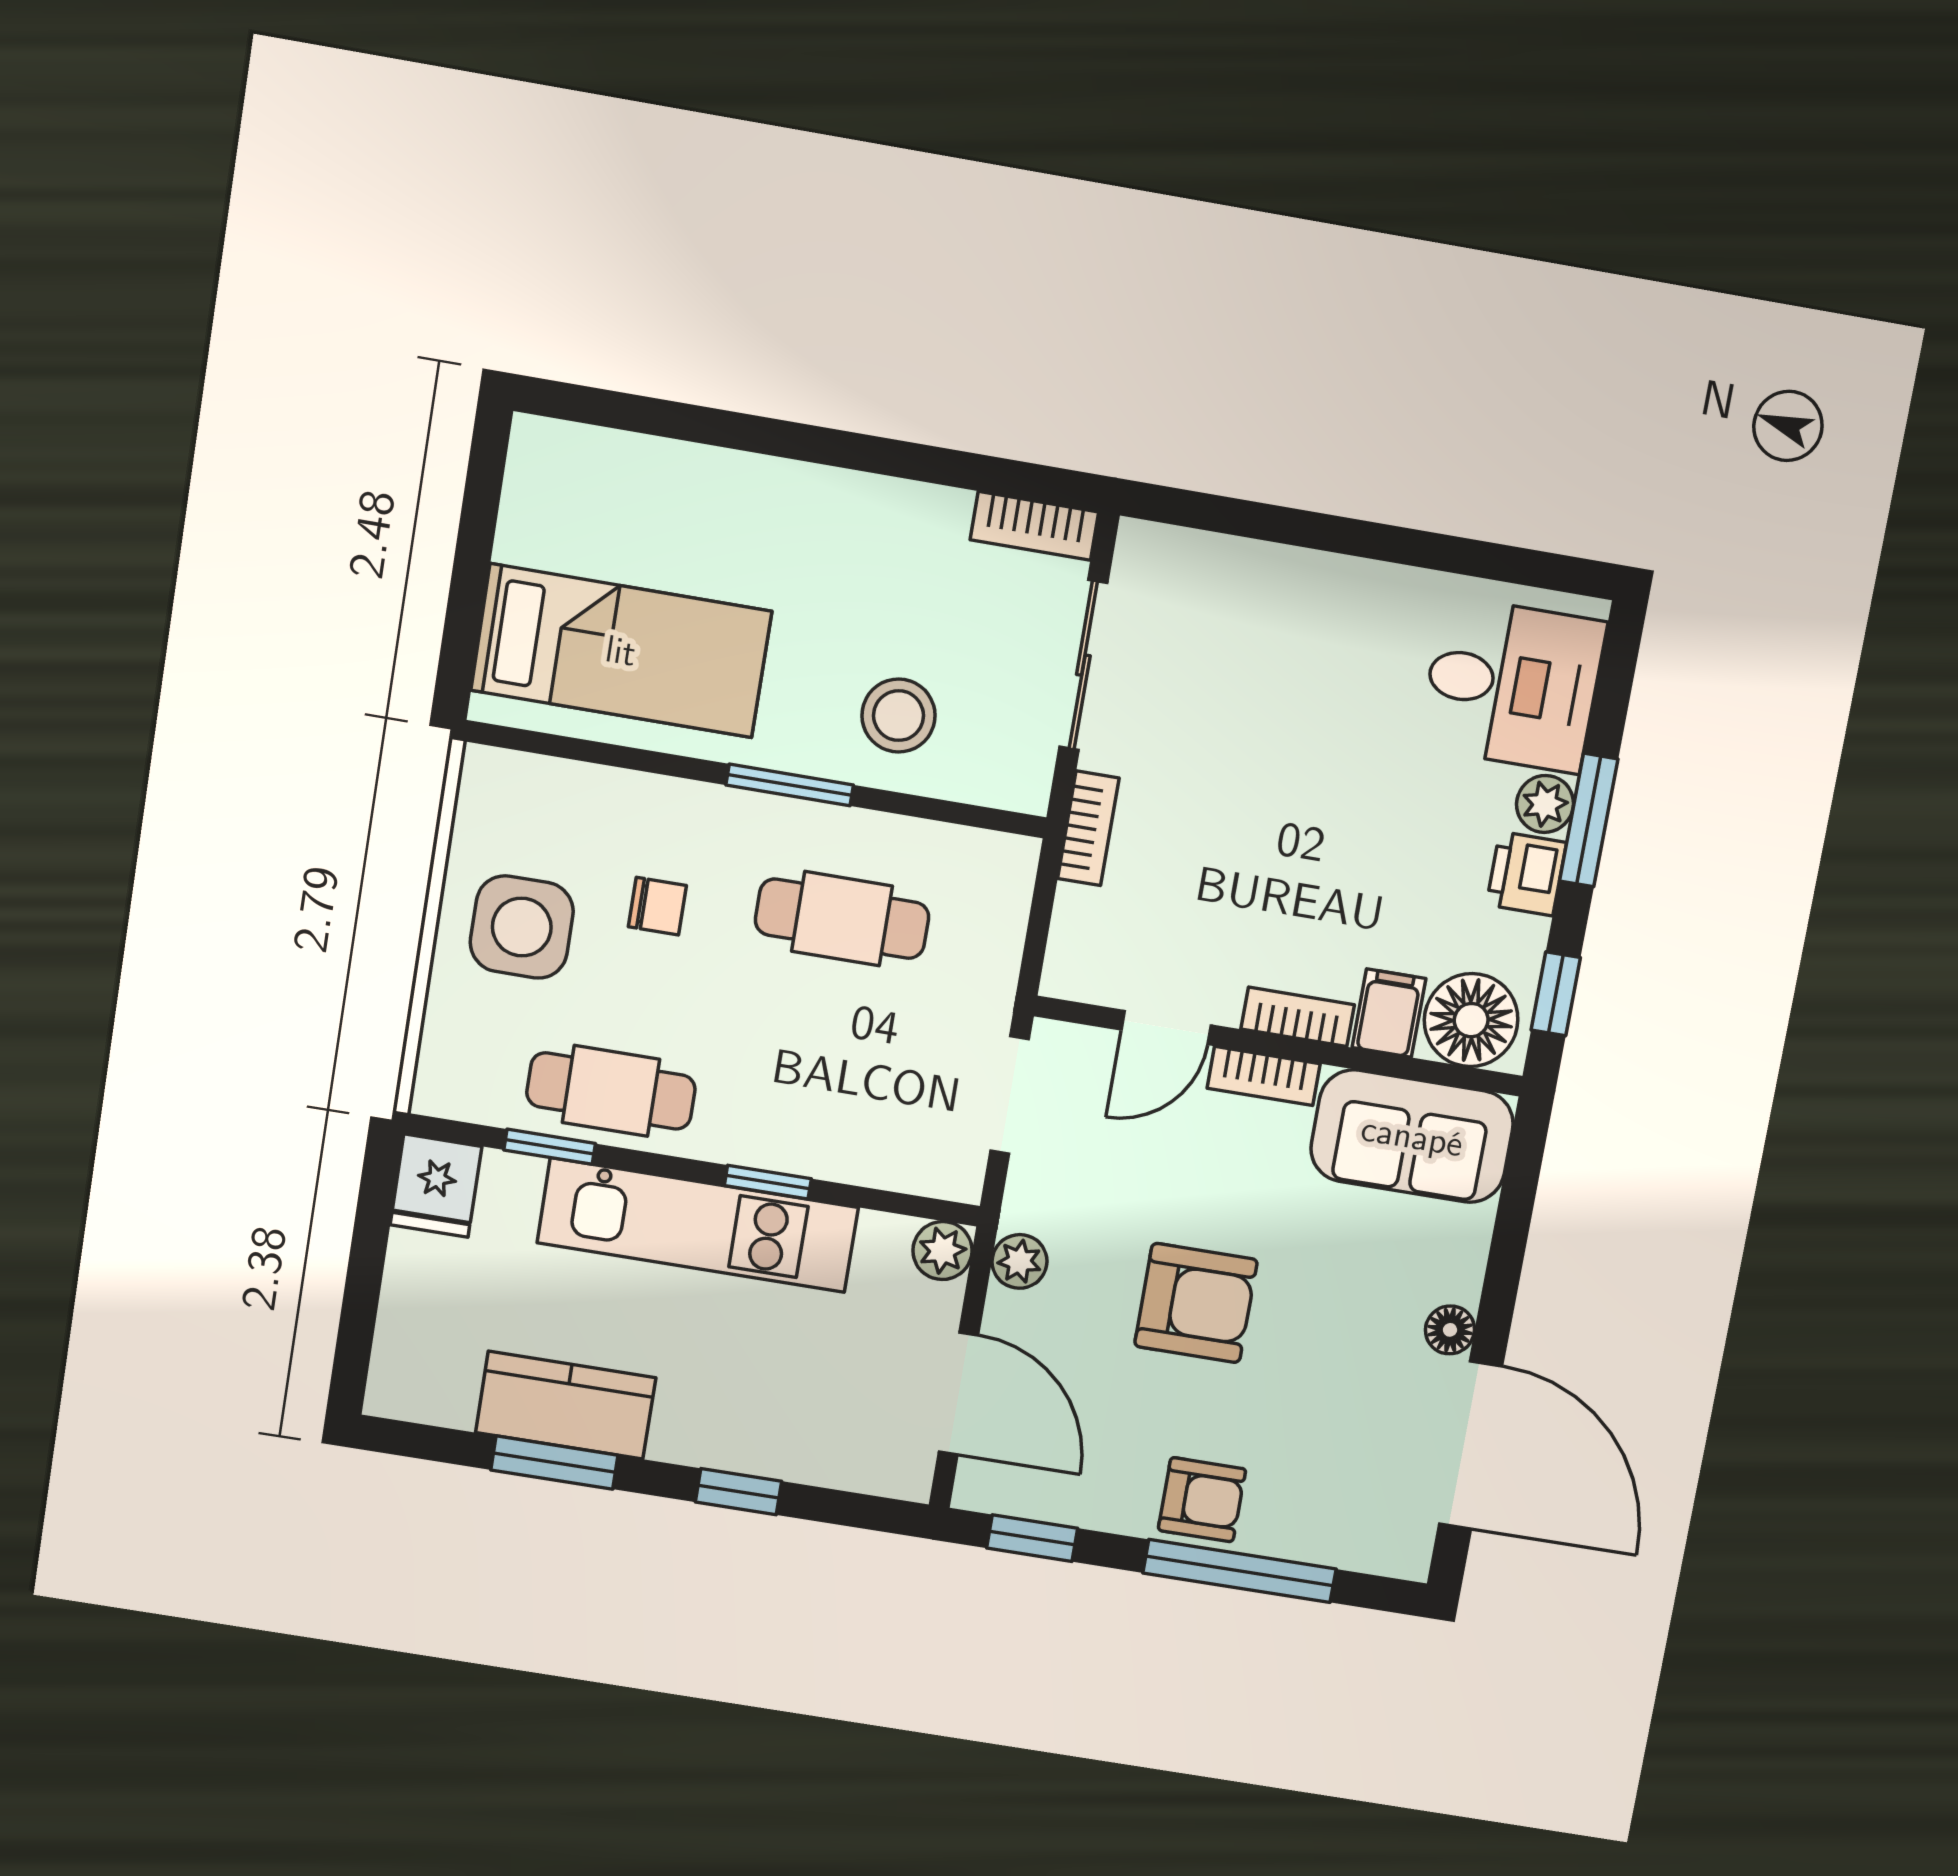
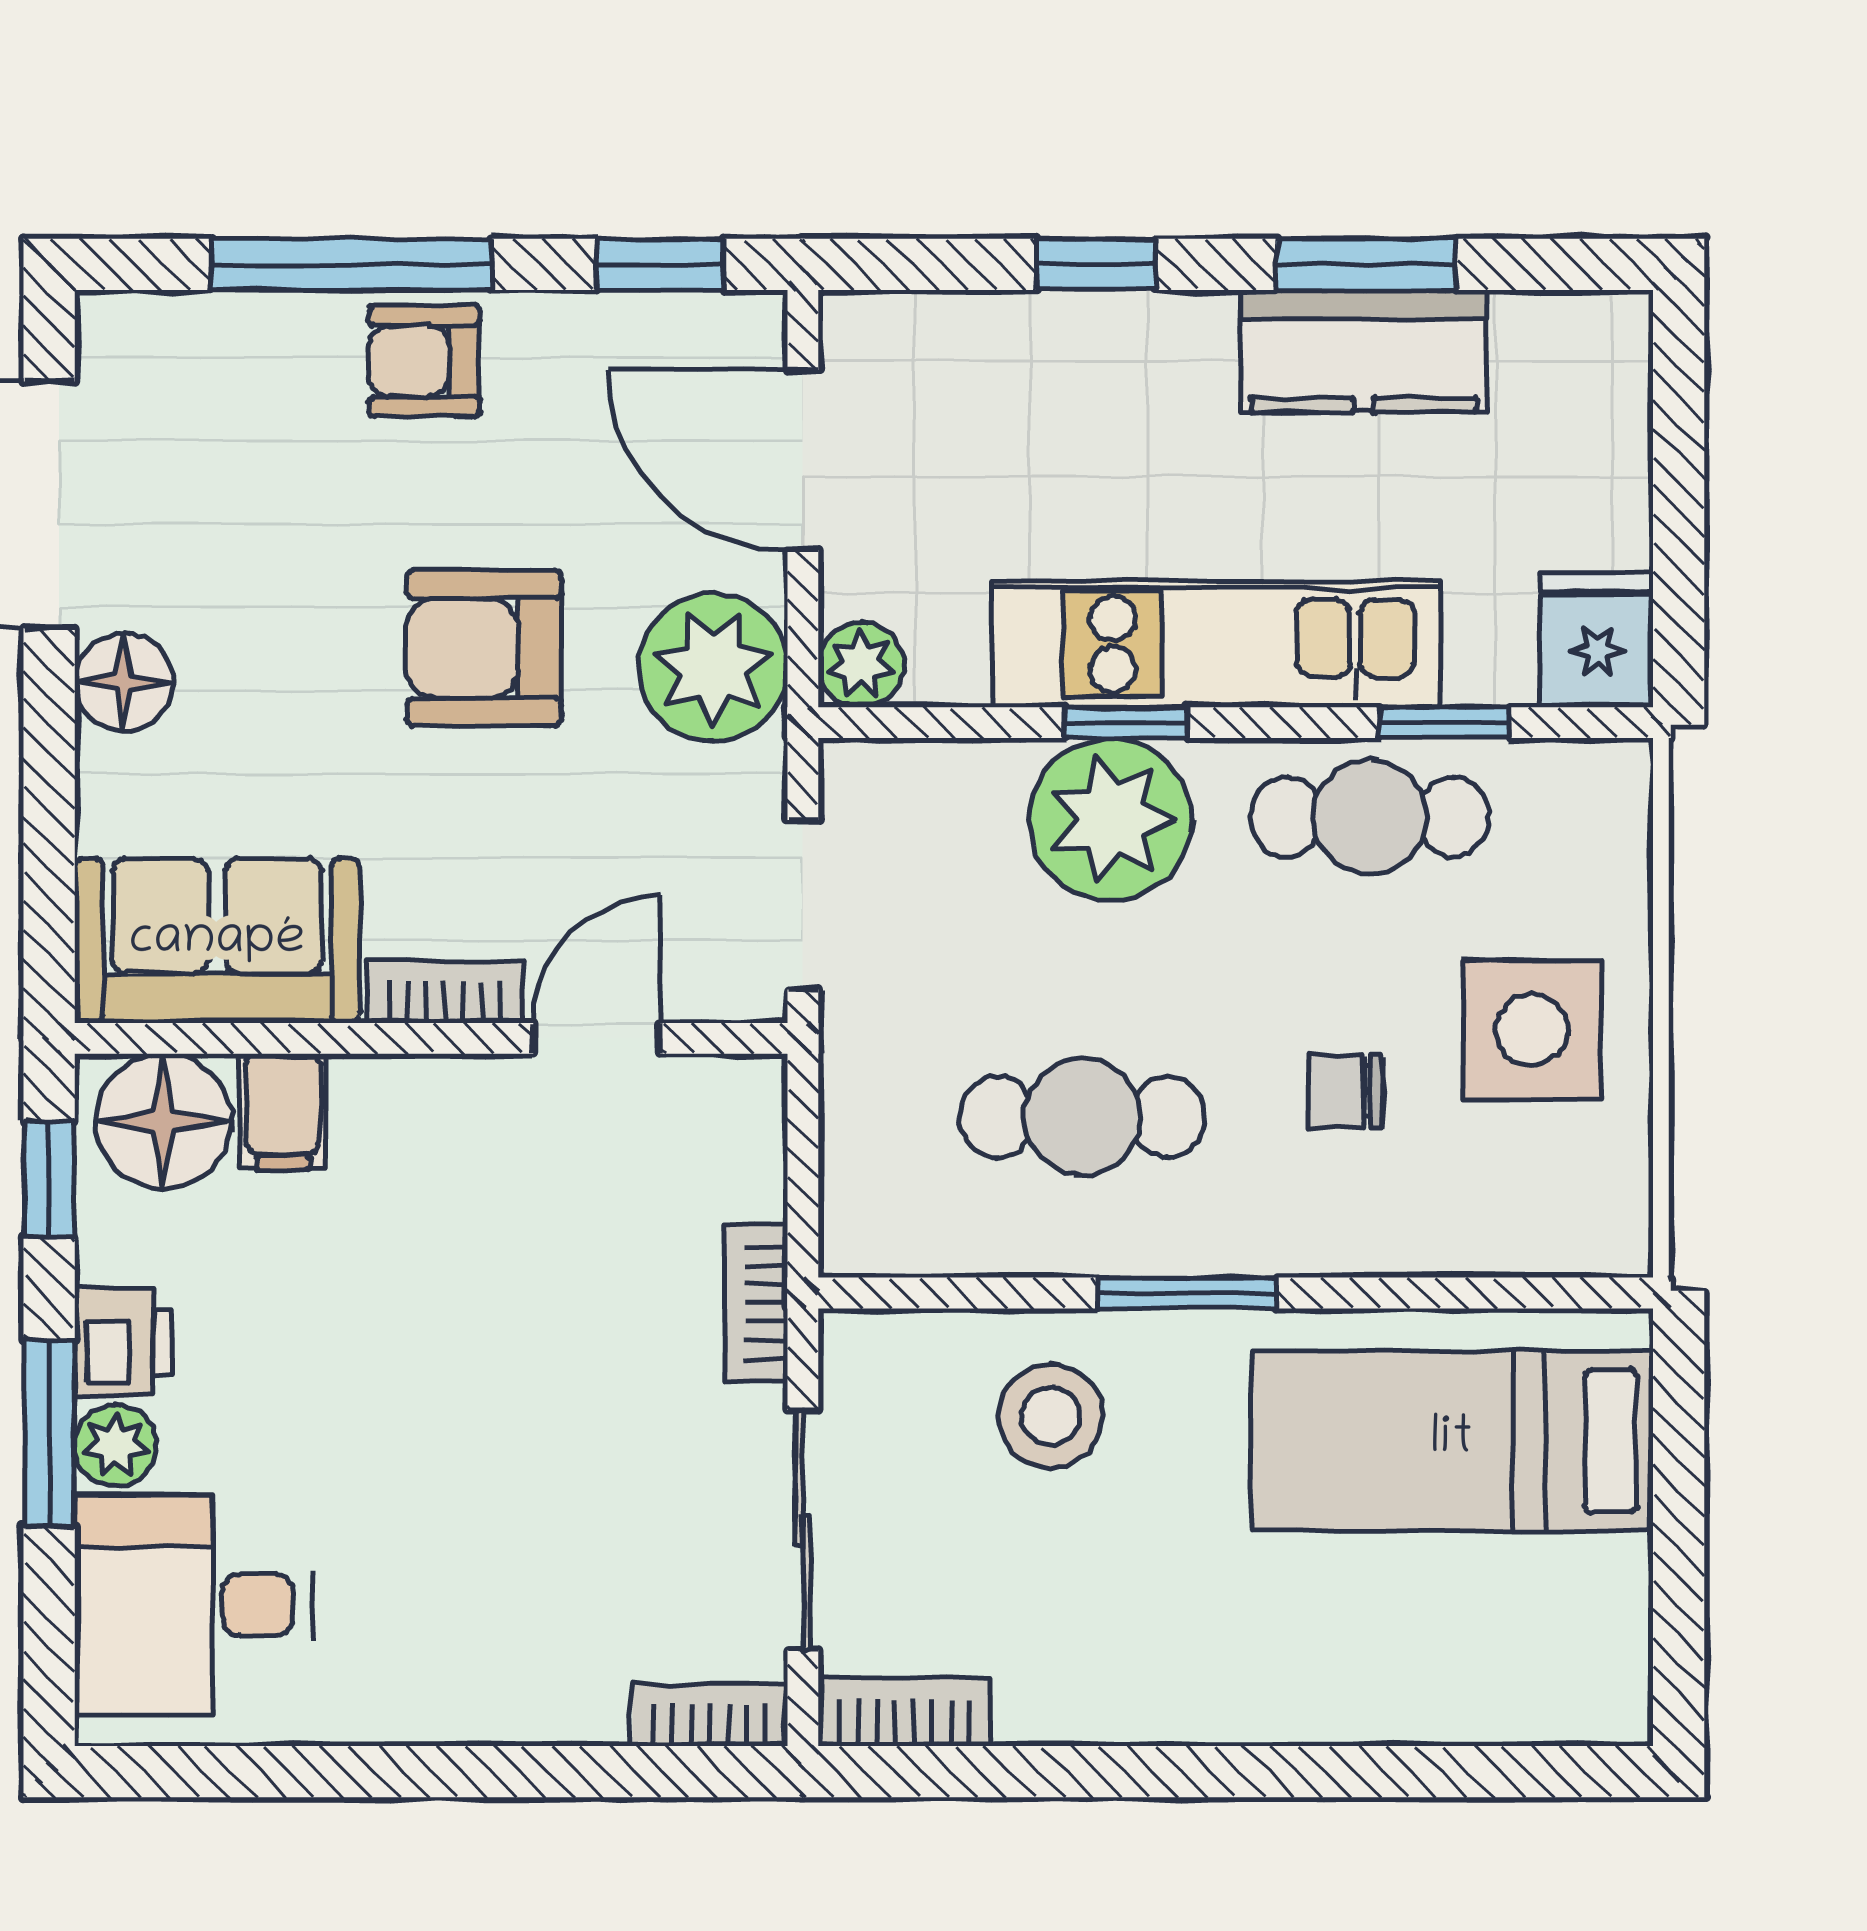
bookcase: (1298, 1017) -> (710, 1715), moved, turned 180
plant: (789, 1119) -> (1111, 819), added
plant: (1019, 1261) -> (713, 667), width x1.88, depth x1.88
floor lamp: (1450, 1330) -> (124, 682), width x1.37, depth x1.37

